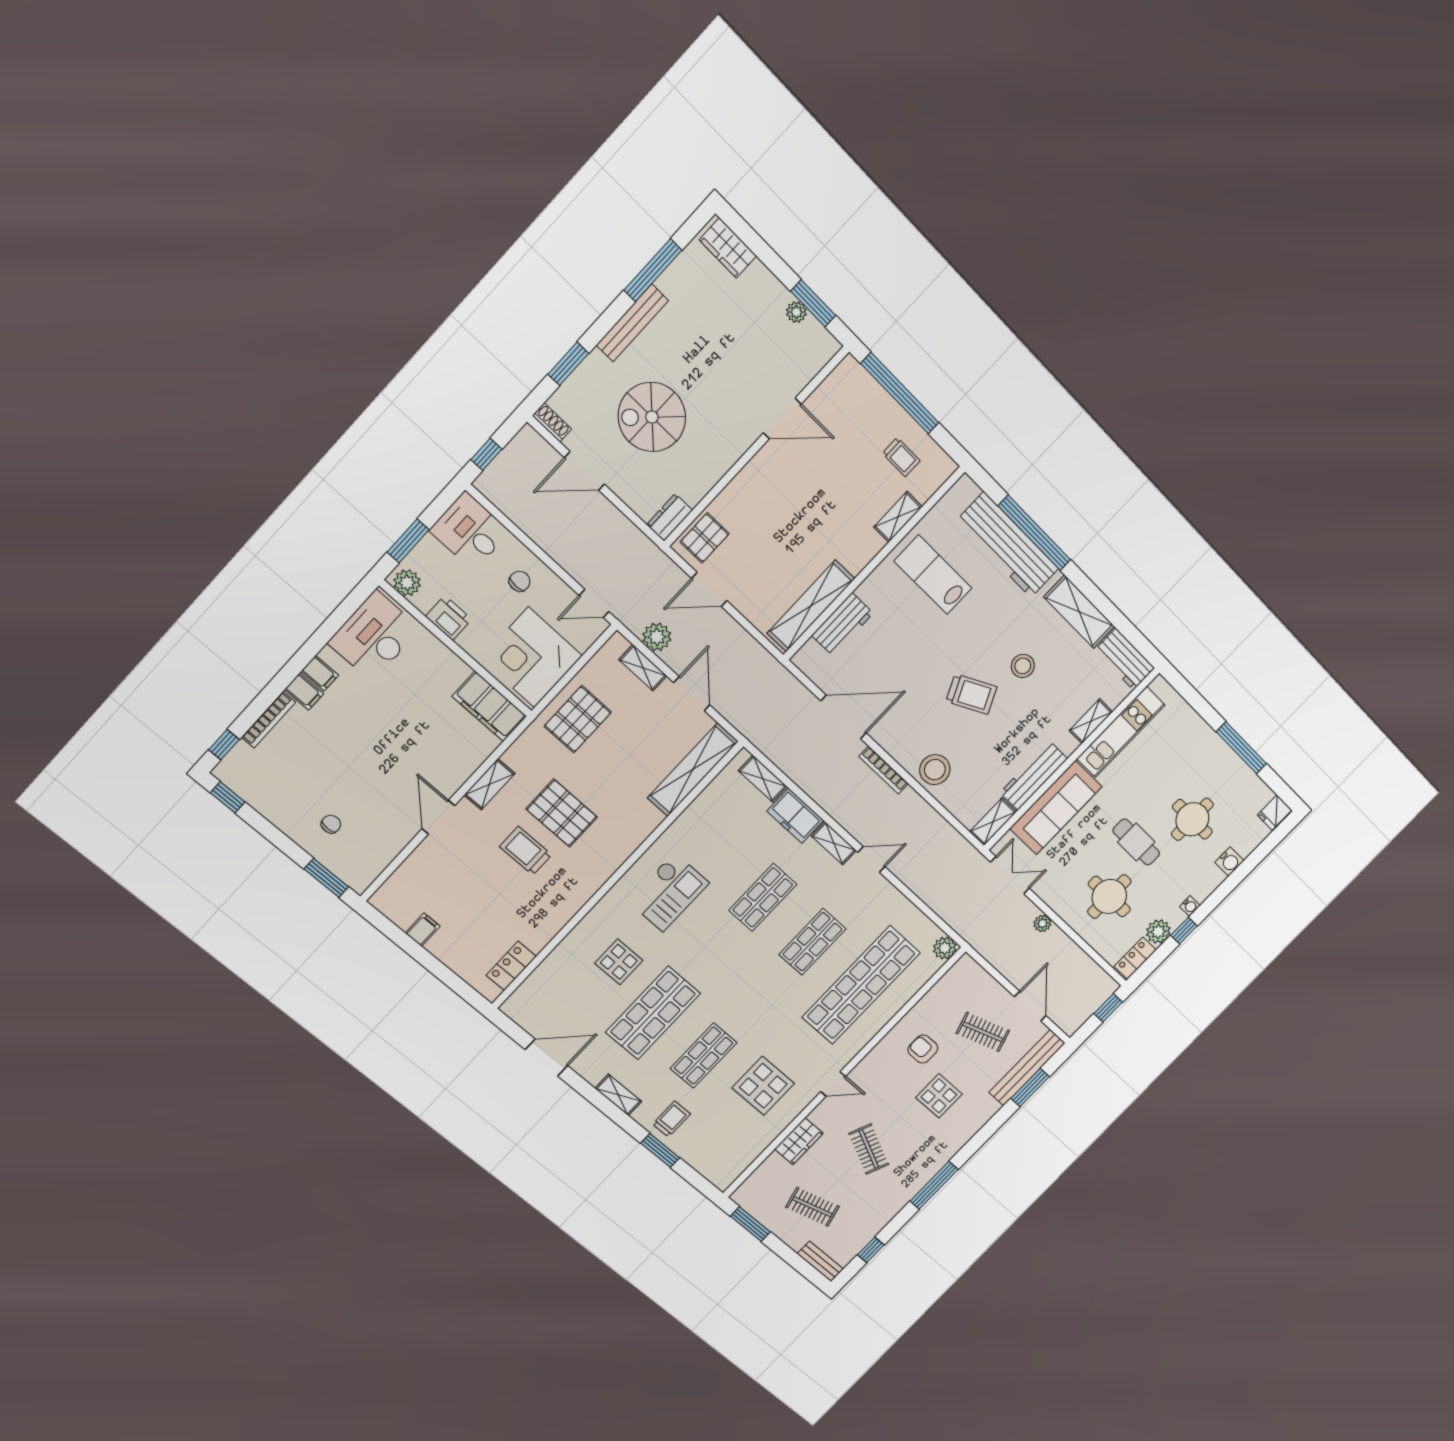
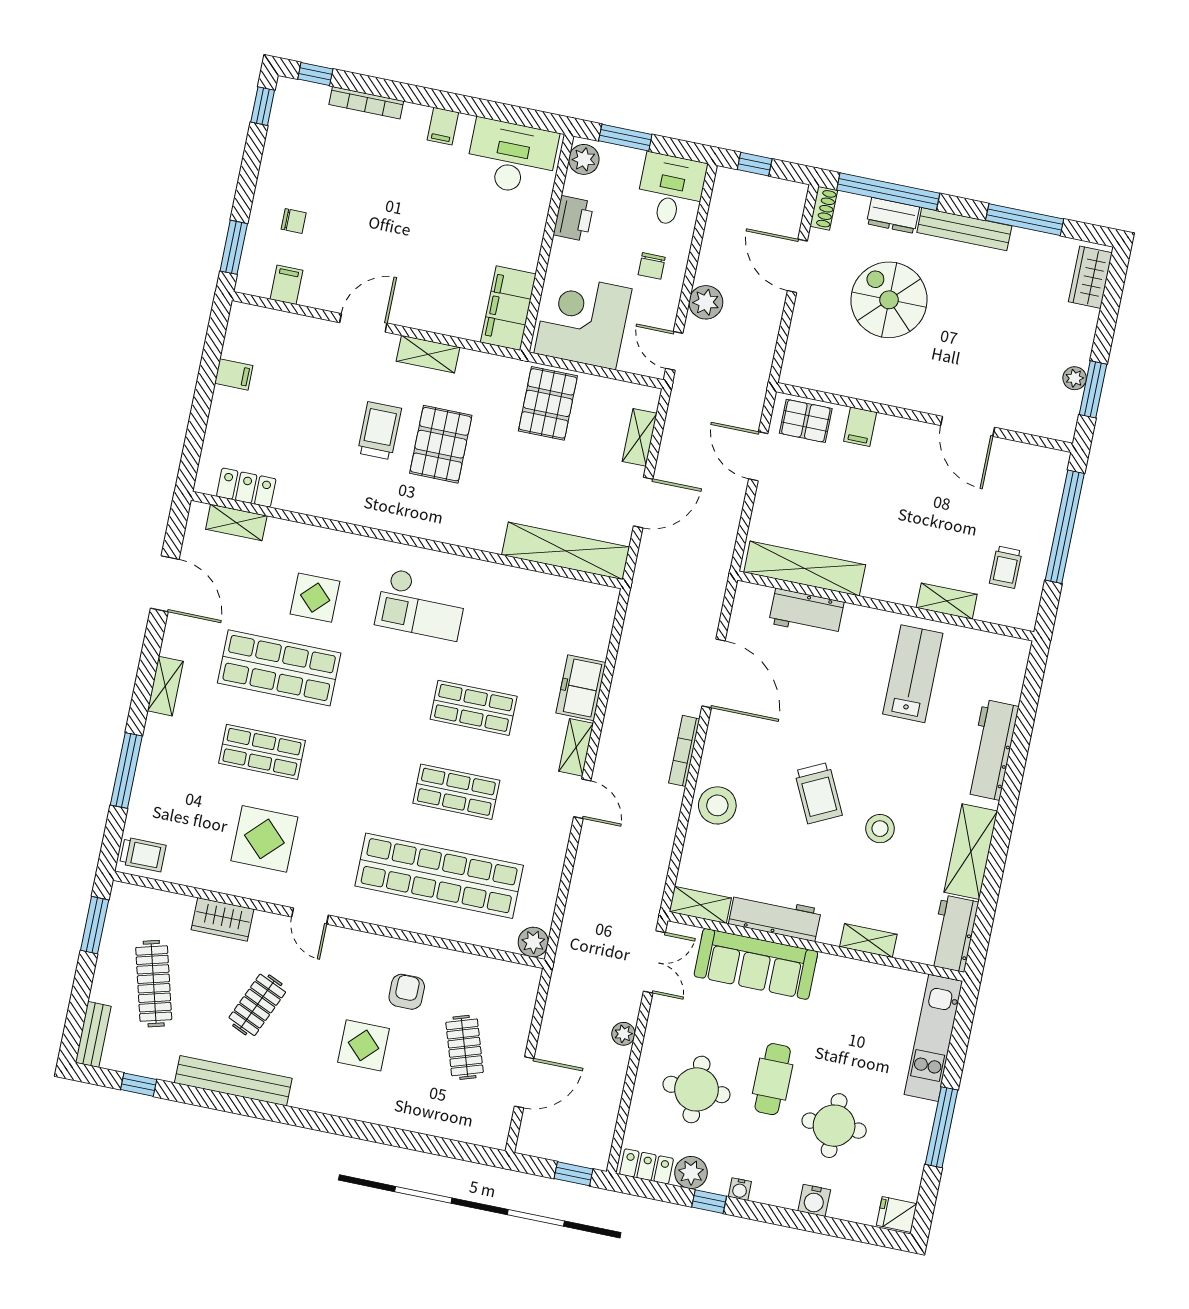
window: (568, 364) -> (888, 192), width x2.11
filing cabinet: (733, 500) -> (860, 427), added
dresser: (670, 517) -> (893, 215), moved, turned 180
window: (1034, 533) -> (1019, 752), removed
workbench: (1008, 545) -> (992, 750), width x0.73, depth x0.76
chair: (520, 581) -> (652, 266), turned 90
plant: (657, 637) -> (706, 302), moved
filing cabinet: (304, 692) -> (287, 285), moved, turned 180
pallet: (578, 719) -> (548, 403), turned 90
kitchen unit: (1121, 732) -> (933, 1038), moved, turned 90
shelving: (763, 779) -> (236, 523), moved, turned 90
bench: (1027, 1068) -> (233, 1081), moved
window: (1030, 1087) -> (432, 1145), removed
trolley: (671, 1119) -> (143, 855), moved
window: (660, 1150) -> (126, 770), width x1.44
window: (934, 1185) -> (256, 1109), removed
clothes rail: (812, 1207) -> (154, 984), width x1.36

